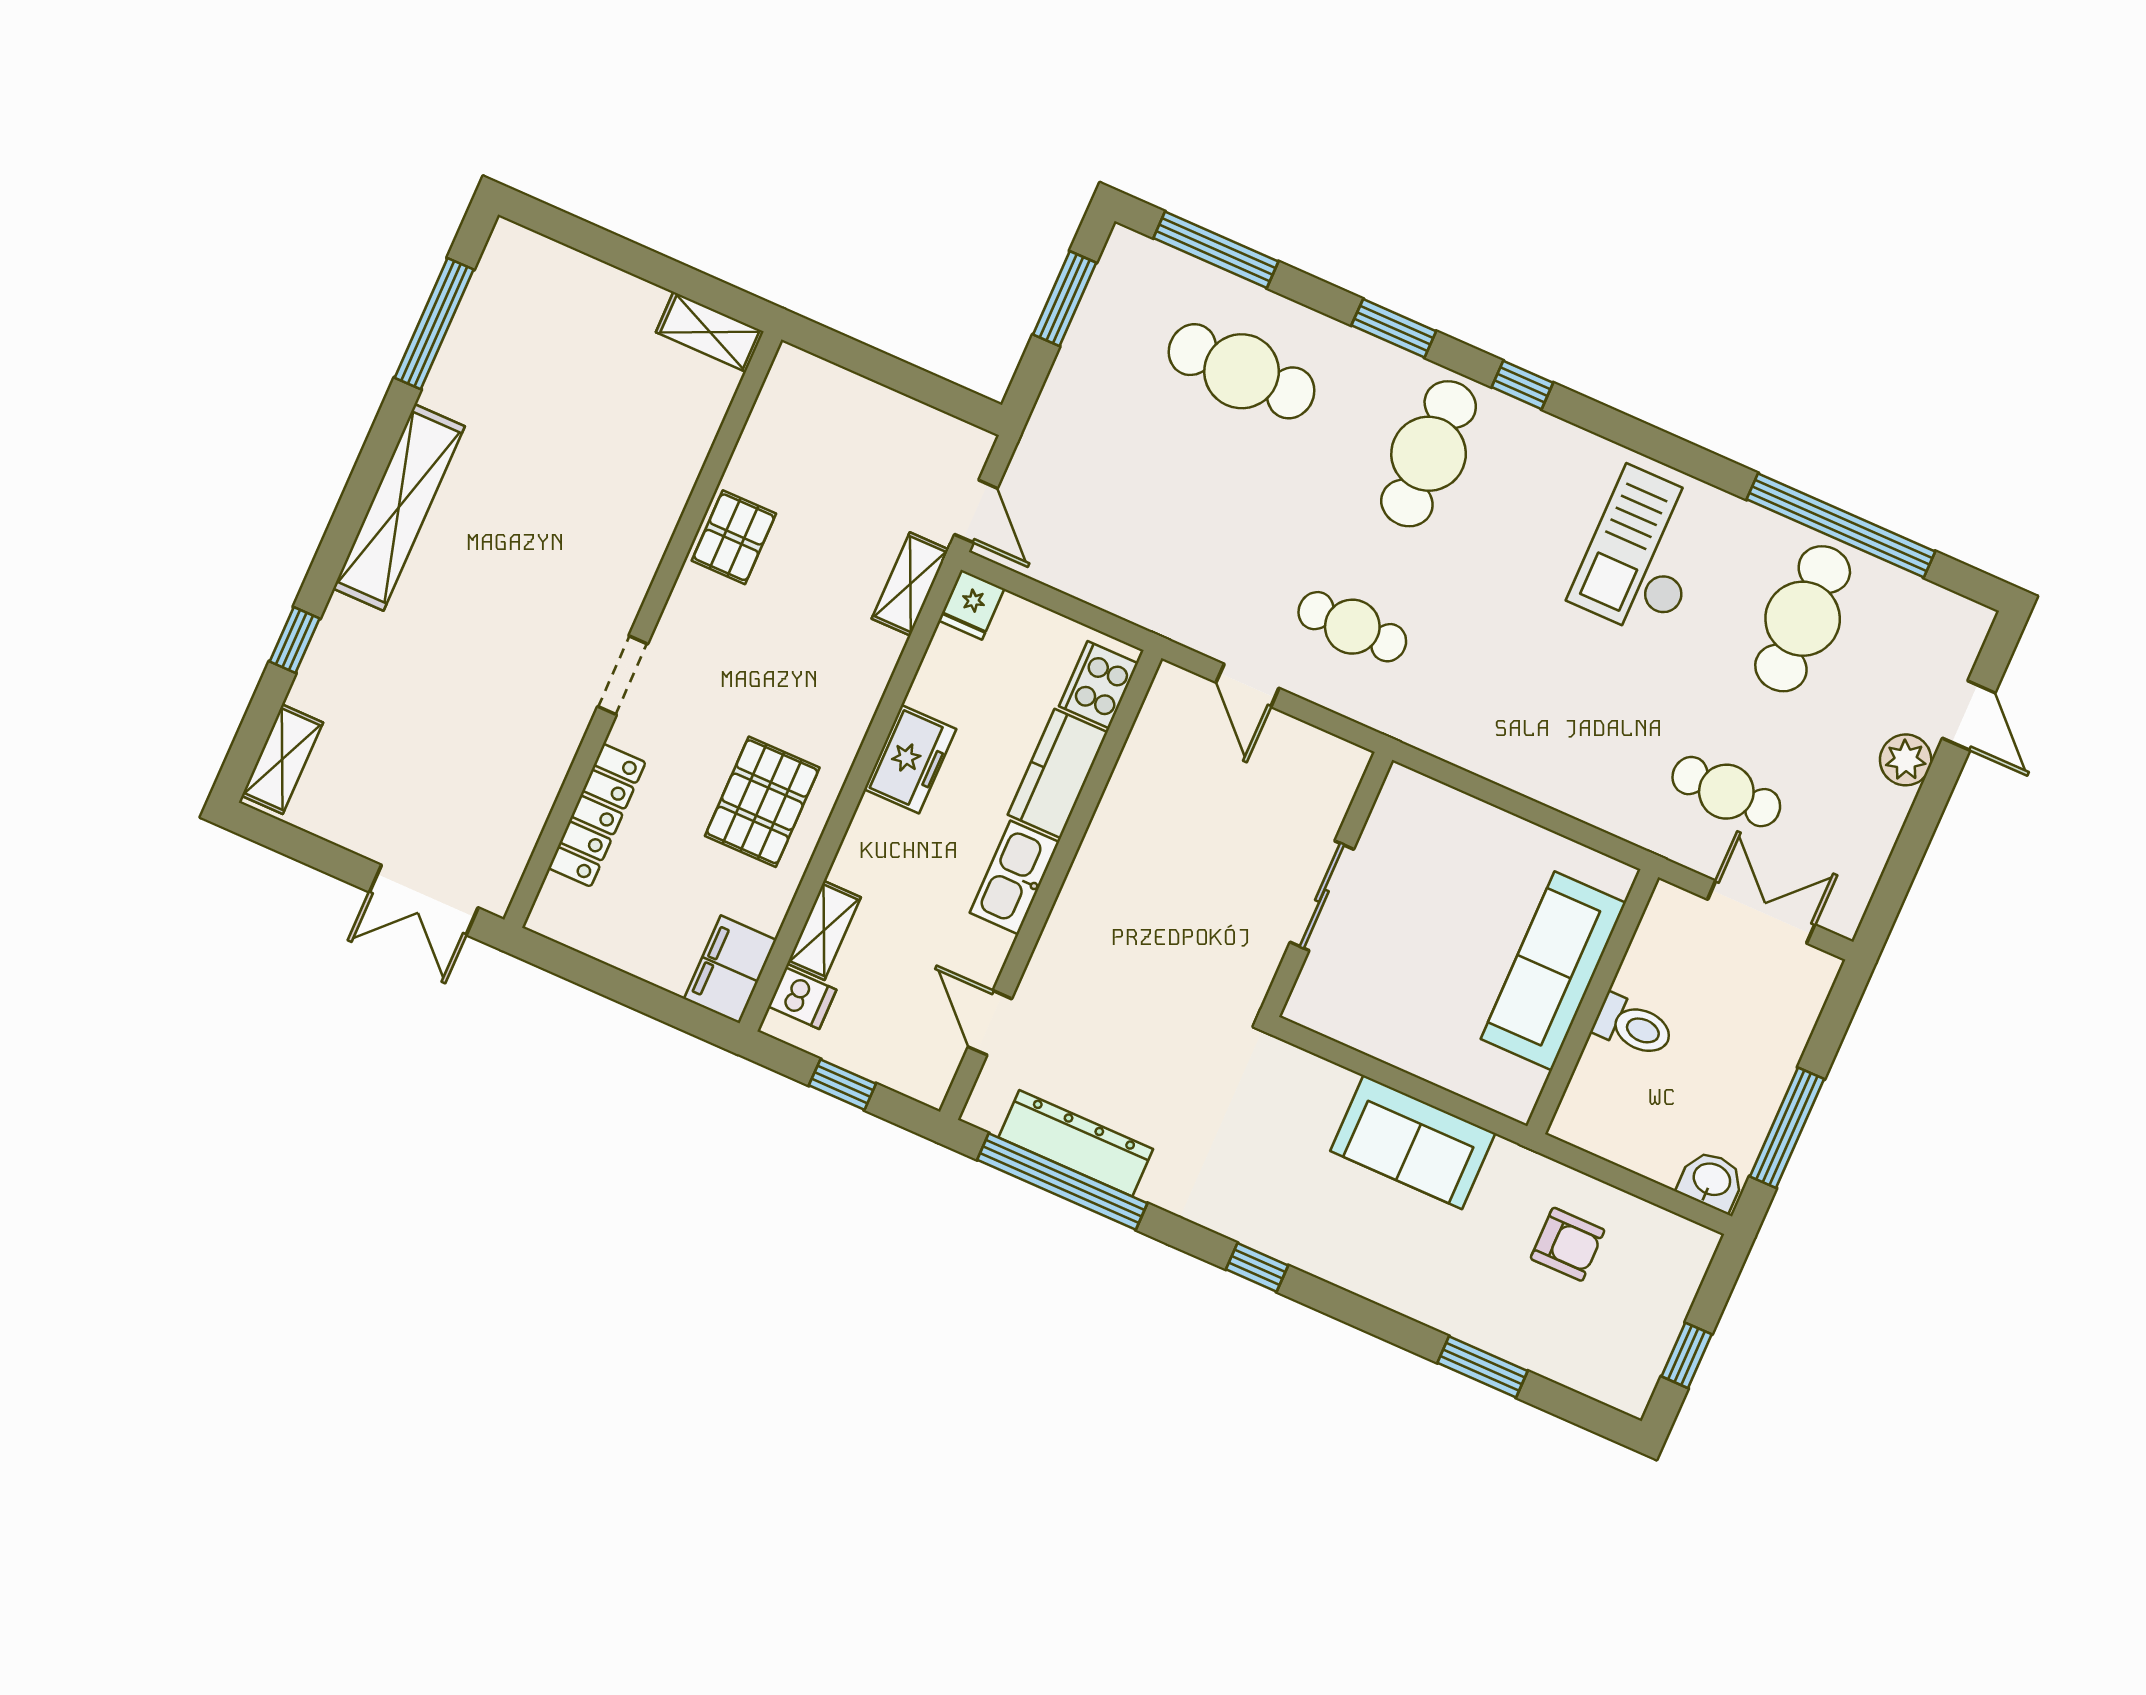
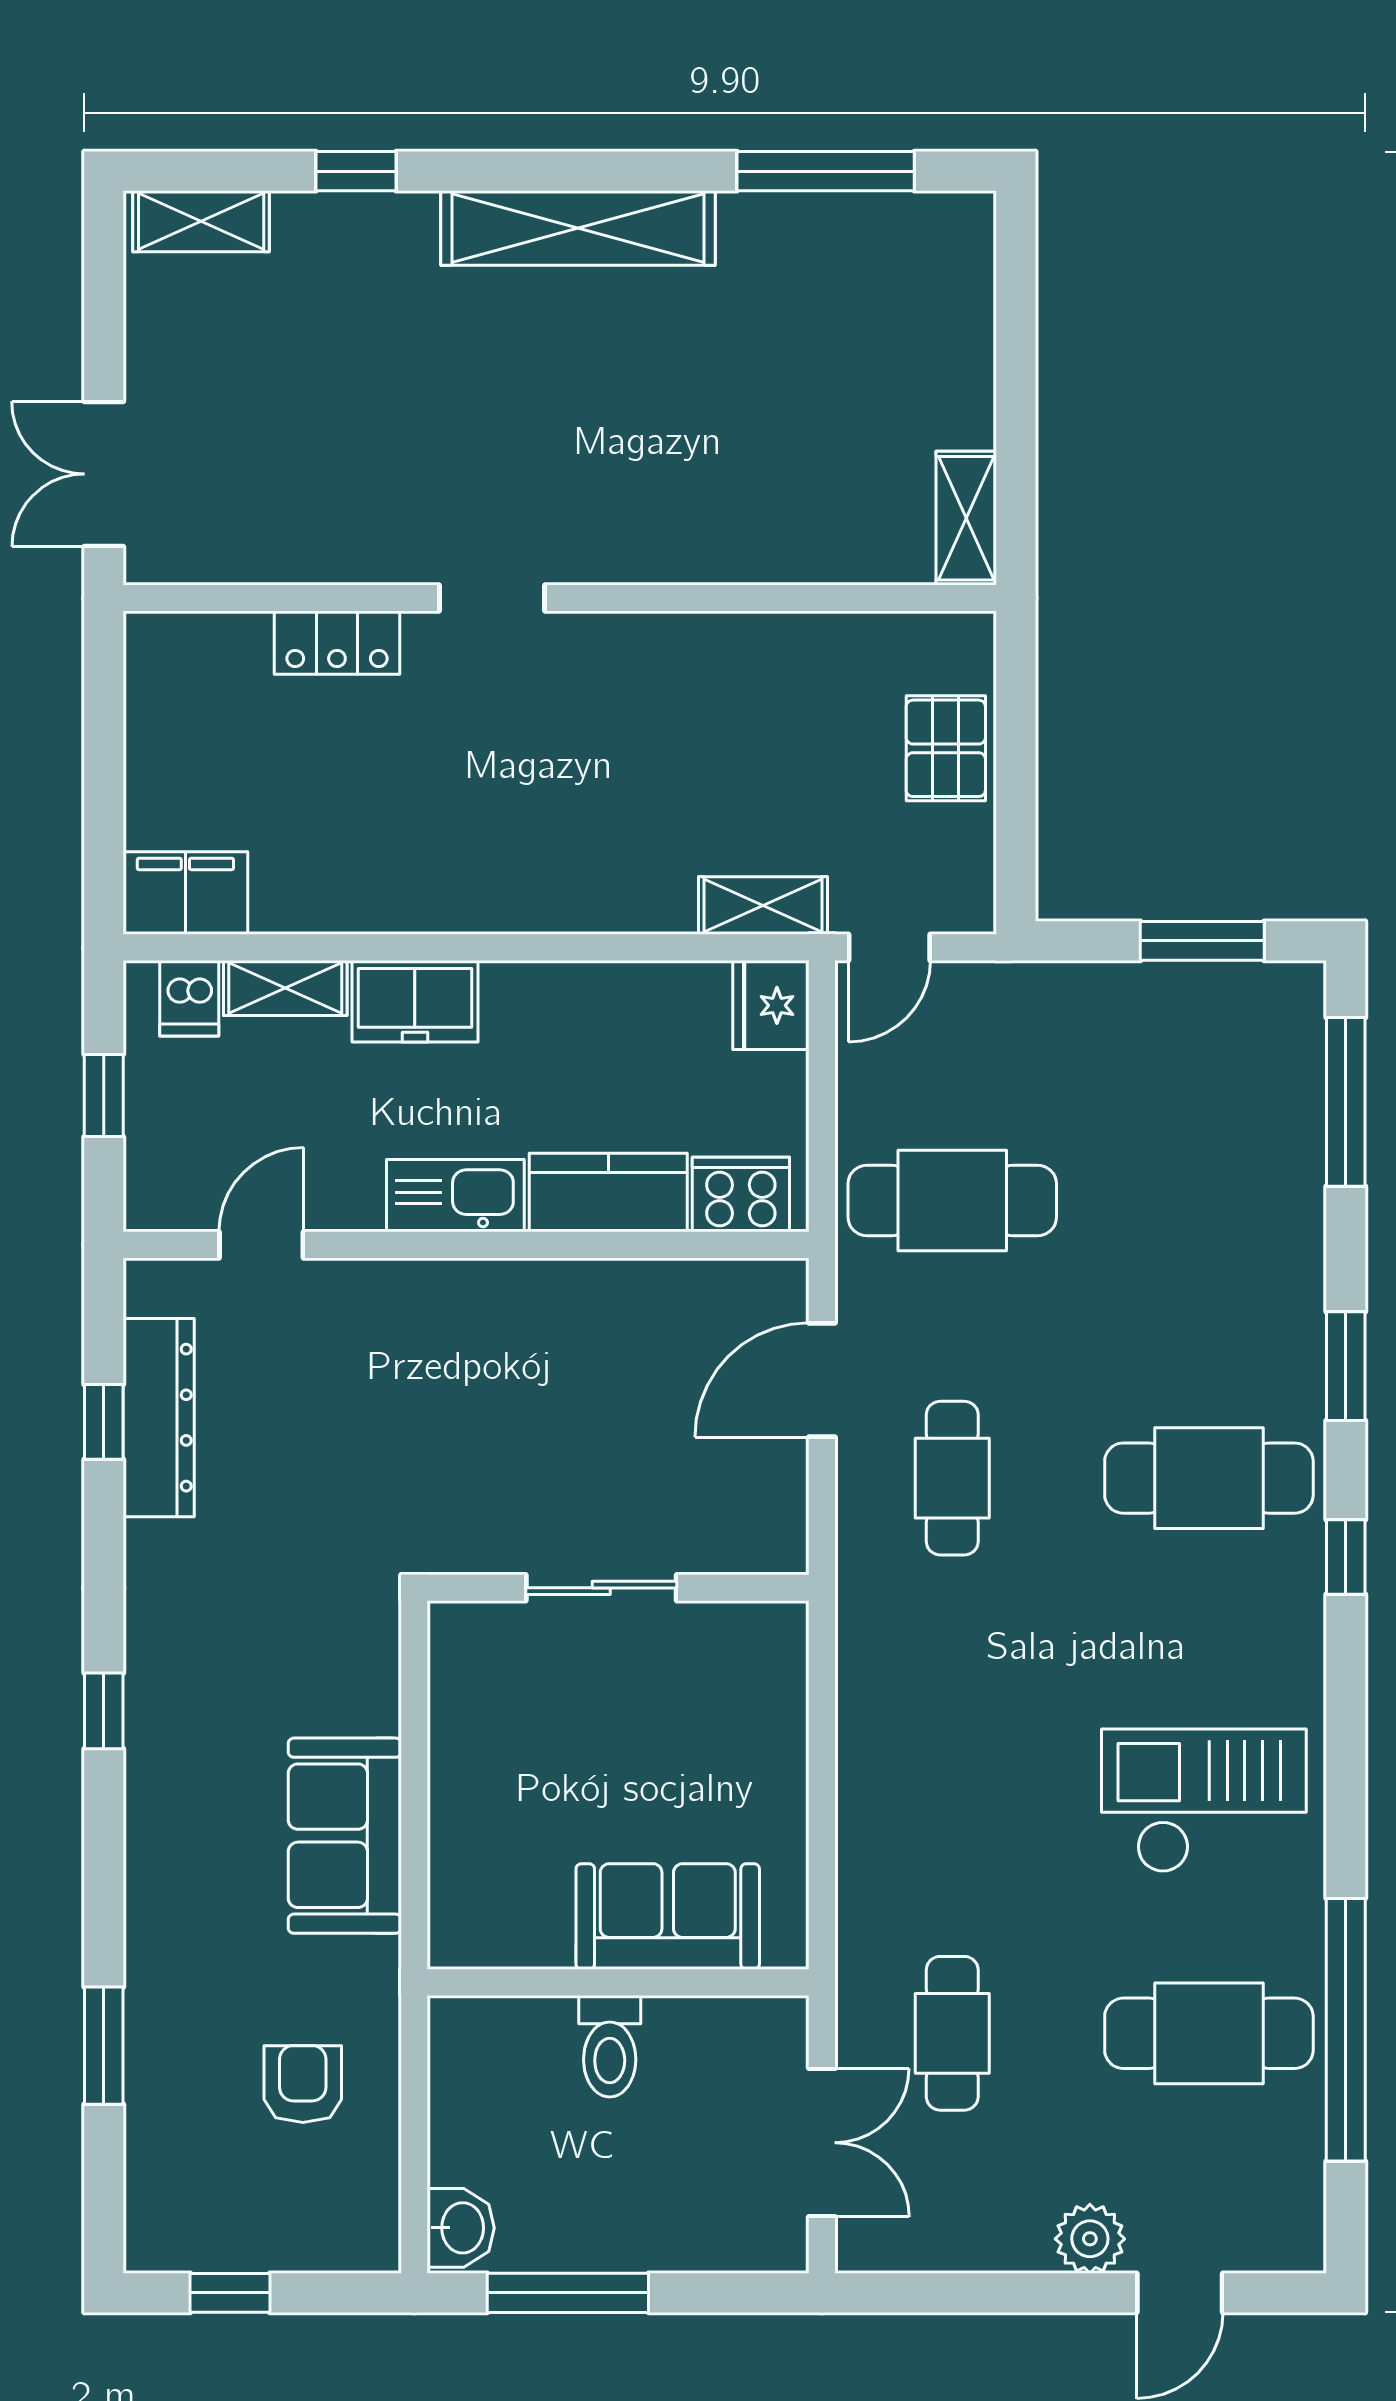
cafe table: (1242, 371) -> (952, 1200), moved, turned 90
pallet: (734, 537) -> (946, 748), moved, turned 90
fridge: (972, 605) -> (771, 1005), width x1.38
door: (1247, 685) -> (822, 1380), width x1.38
freezer: (910, 759) -> (415, 1001), moved
pallet: (762, 802) -> (411, 841), removed
locker: (597, 815) -> (337, 643), width x0.66
sofa: (1553, 971) -> (668, 1916), width x0.73
window: (1062, 1182) -> (104, 1422), width x0.32
armchair: (1568, 1244) -> (303, 2084), turned 180

